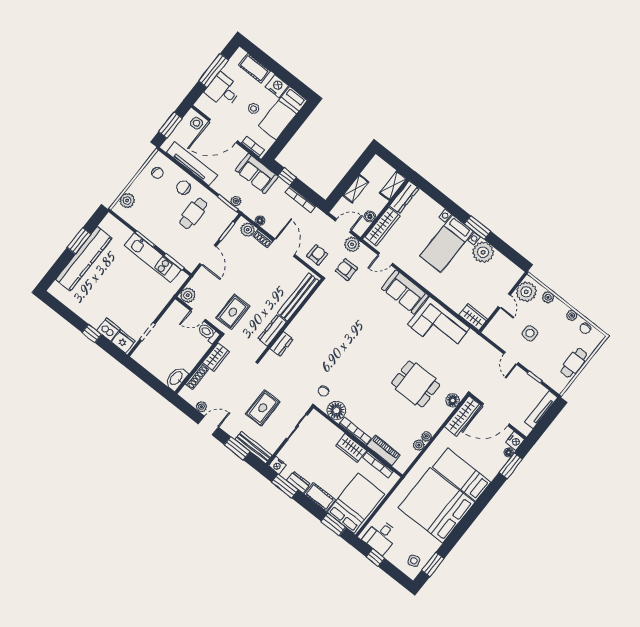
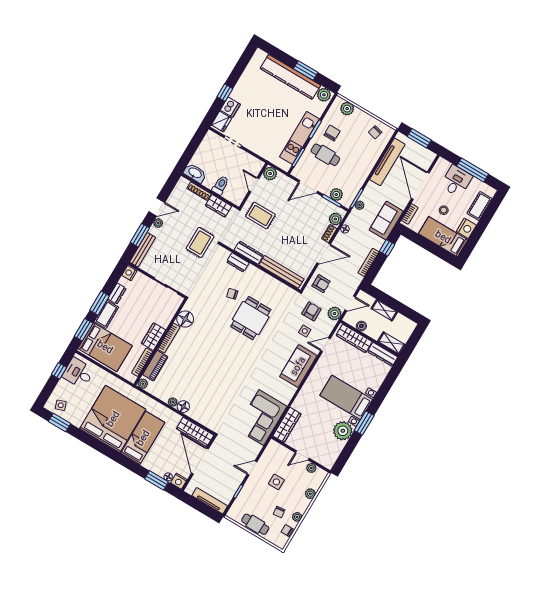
side table: (196, 123) -> (305, 331), moved
chair: (183, 188) -> (332, 133), moved
cafe table: (193, 213) -> (325, 155), moved
plant: (109, 224) -> (324, 95), added
plant: (221, 225) -> (336, 194), added
door: (343, 226) -> (350, 303), hinge flipped
door: (385, 259) -> (325, 345), hinge flipped
plant: (526, 292) -> (311, 468), width x0.53, depth x0.53
wardrobe: (473, 317) -> (287, 425), width x1.50
corner sofa: (439, 326) -> (261, 417), moved
toilet: (208, 333) -> (220, 185), moved
chair: (564, 335) -> (279, 512), added
dining table: (416, 384) -> (251, 318), moved
chair: (323, 391) -> (232, 294), moved
floor lamp: (453, 400) -> (183, 407), moved
plant: (201, 407) -> (158, 223), moved
rug: (263, 408) -> (200, 242), moved, turned 90
door: (208, 426) -> (157, 207), hinge flipped
plant: (419, 445) -> (143, 384), moved
window: (285, 486) -> (99, 303), moved

